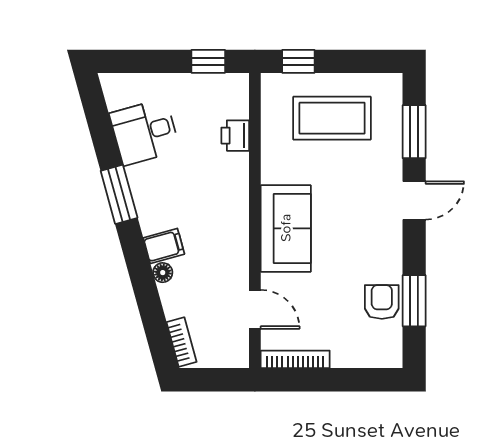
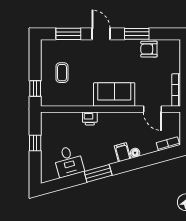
window: (208, 61) -> (35, 143), moved
coffee table: (332, 118) -> (62, 73), width x0.54, depth x0.58
printer: (235, 136) -> (90, 118), moved
window: (414, 301) -> (137, 34), moved
door: (255, 309) -> (152, 109), swing flipped

